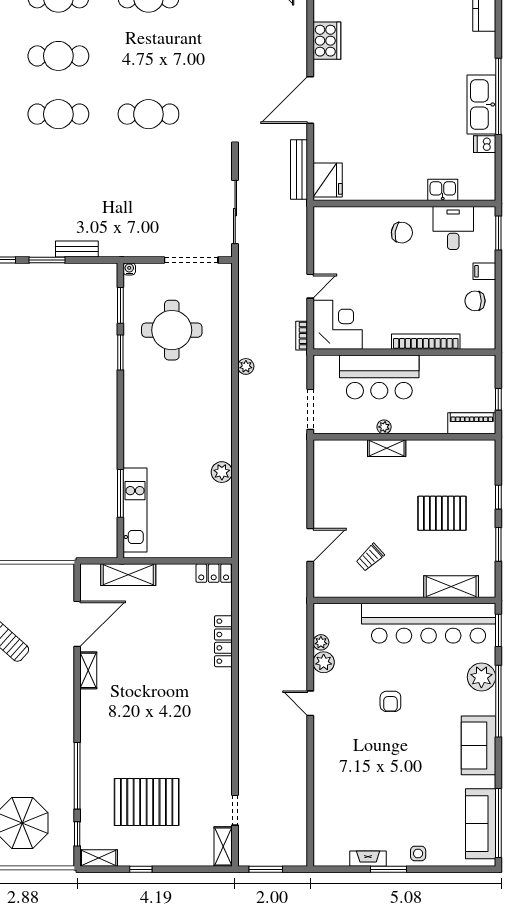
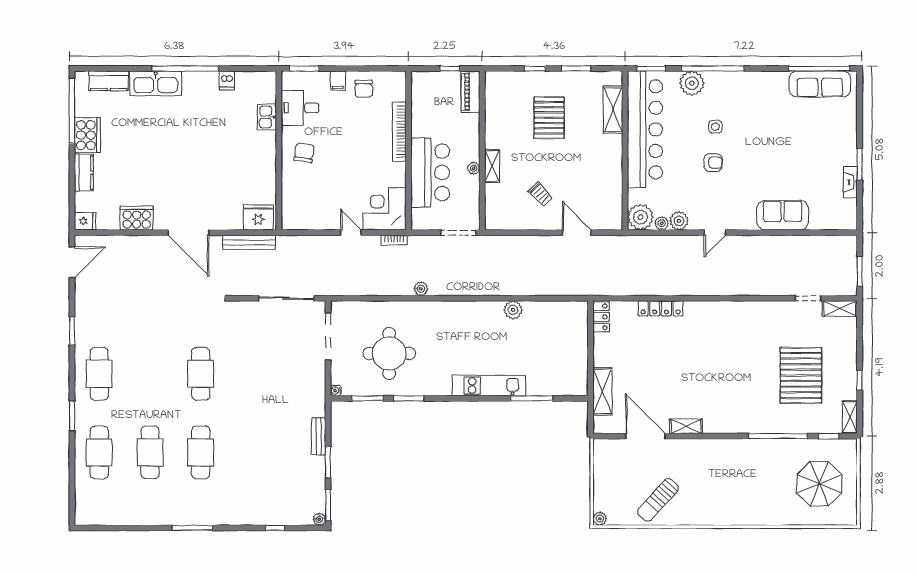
kitchen sink: (481, 104) -> (156, 83), moved
kitchen unit: (135, 510) -> (489, 385), moved
trolley: (370, 557) -> (541, 194), moved
plant: (328, 618) -> (640, 217), added
sofa: (478, 745) -> (783, 215), moved, turned 180
side table: (418, 853) -> (715, 127), moved

